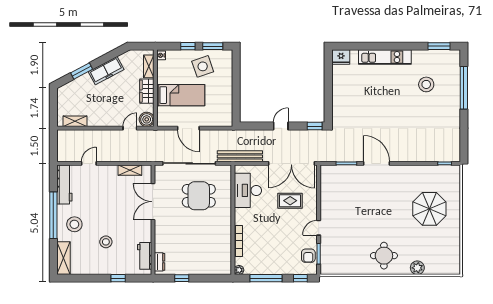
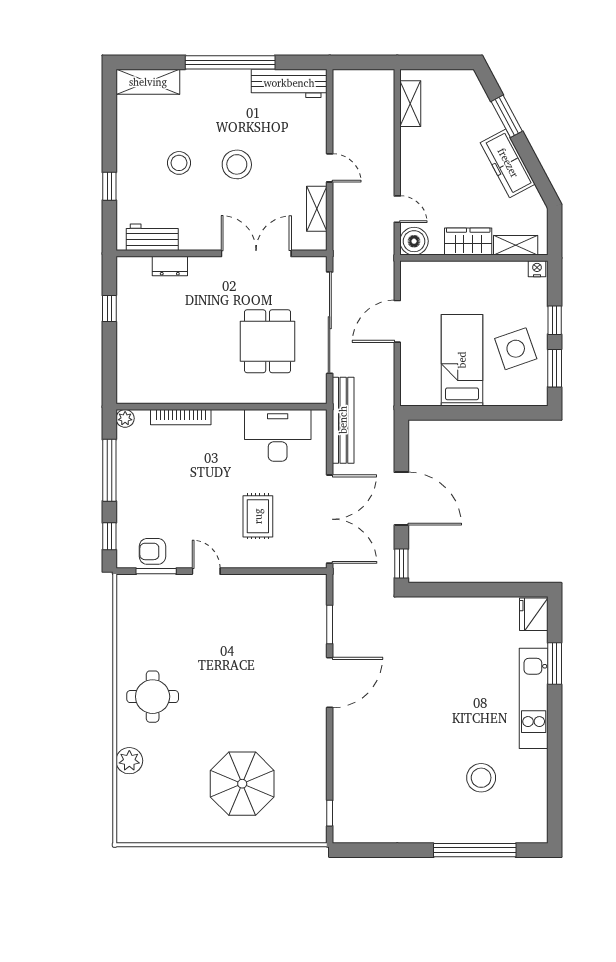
window: (439, 46) -> (555, 664), moved
bed: (181, 95) -> (462, 360), moved, turned 180
door: (281, 126) -> (401, 499), width x1.88
door: (89, 163) -> (330, 168), moved
double door: (291, 163) -> (330, 519), swing flipped
stool: (74, 224) -> (237, 164), moved
dresser: (160, 262) -> (170, 266), moved

